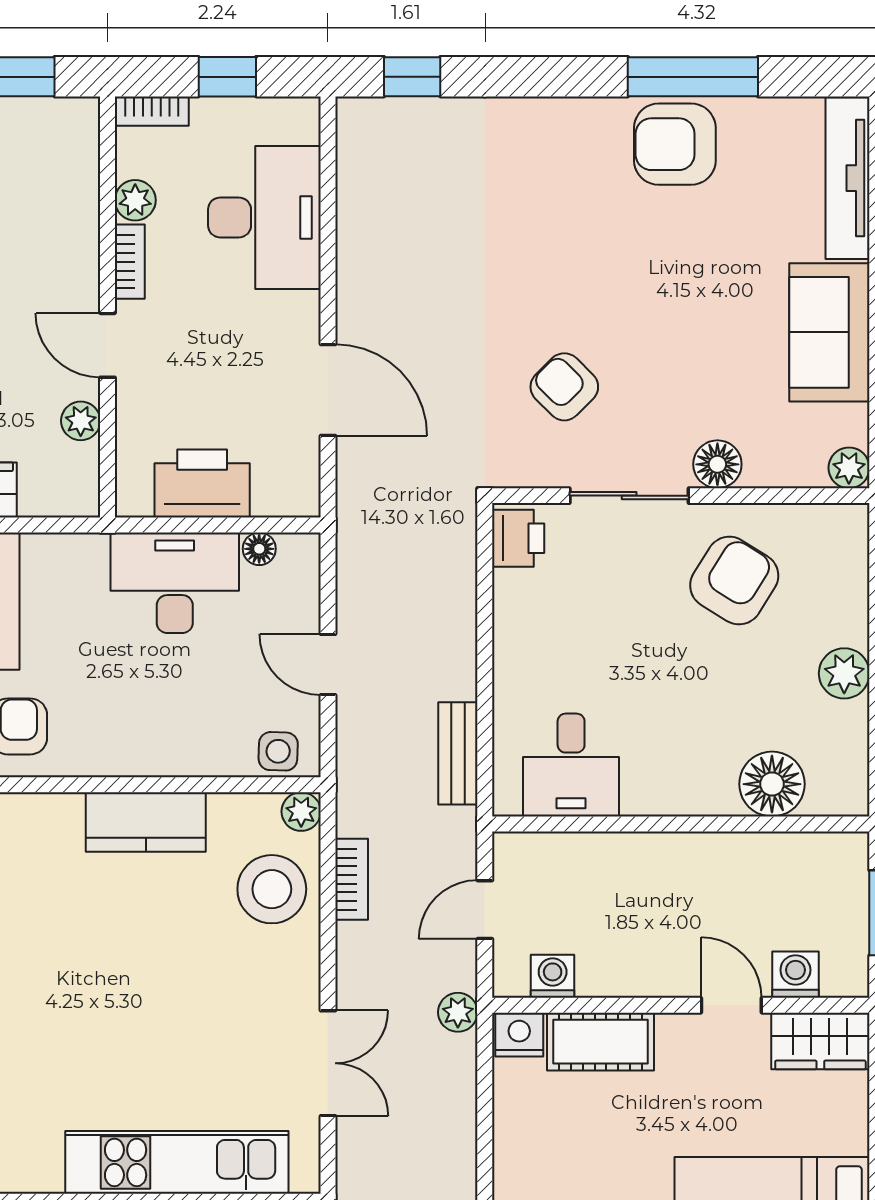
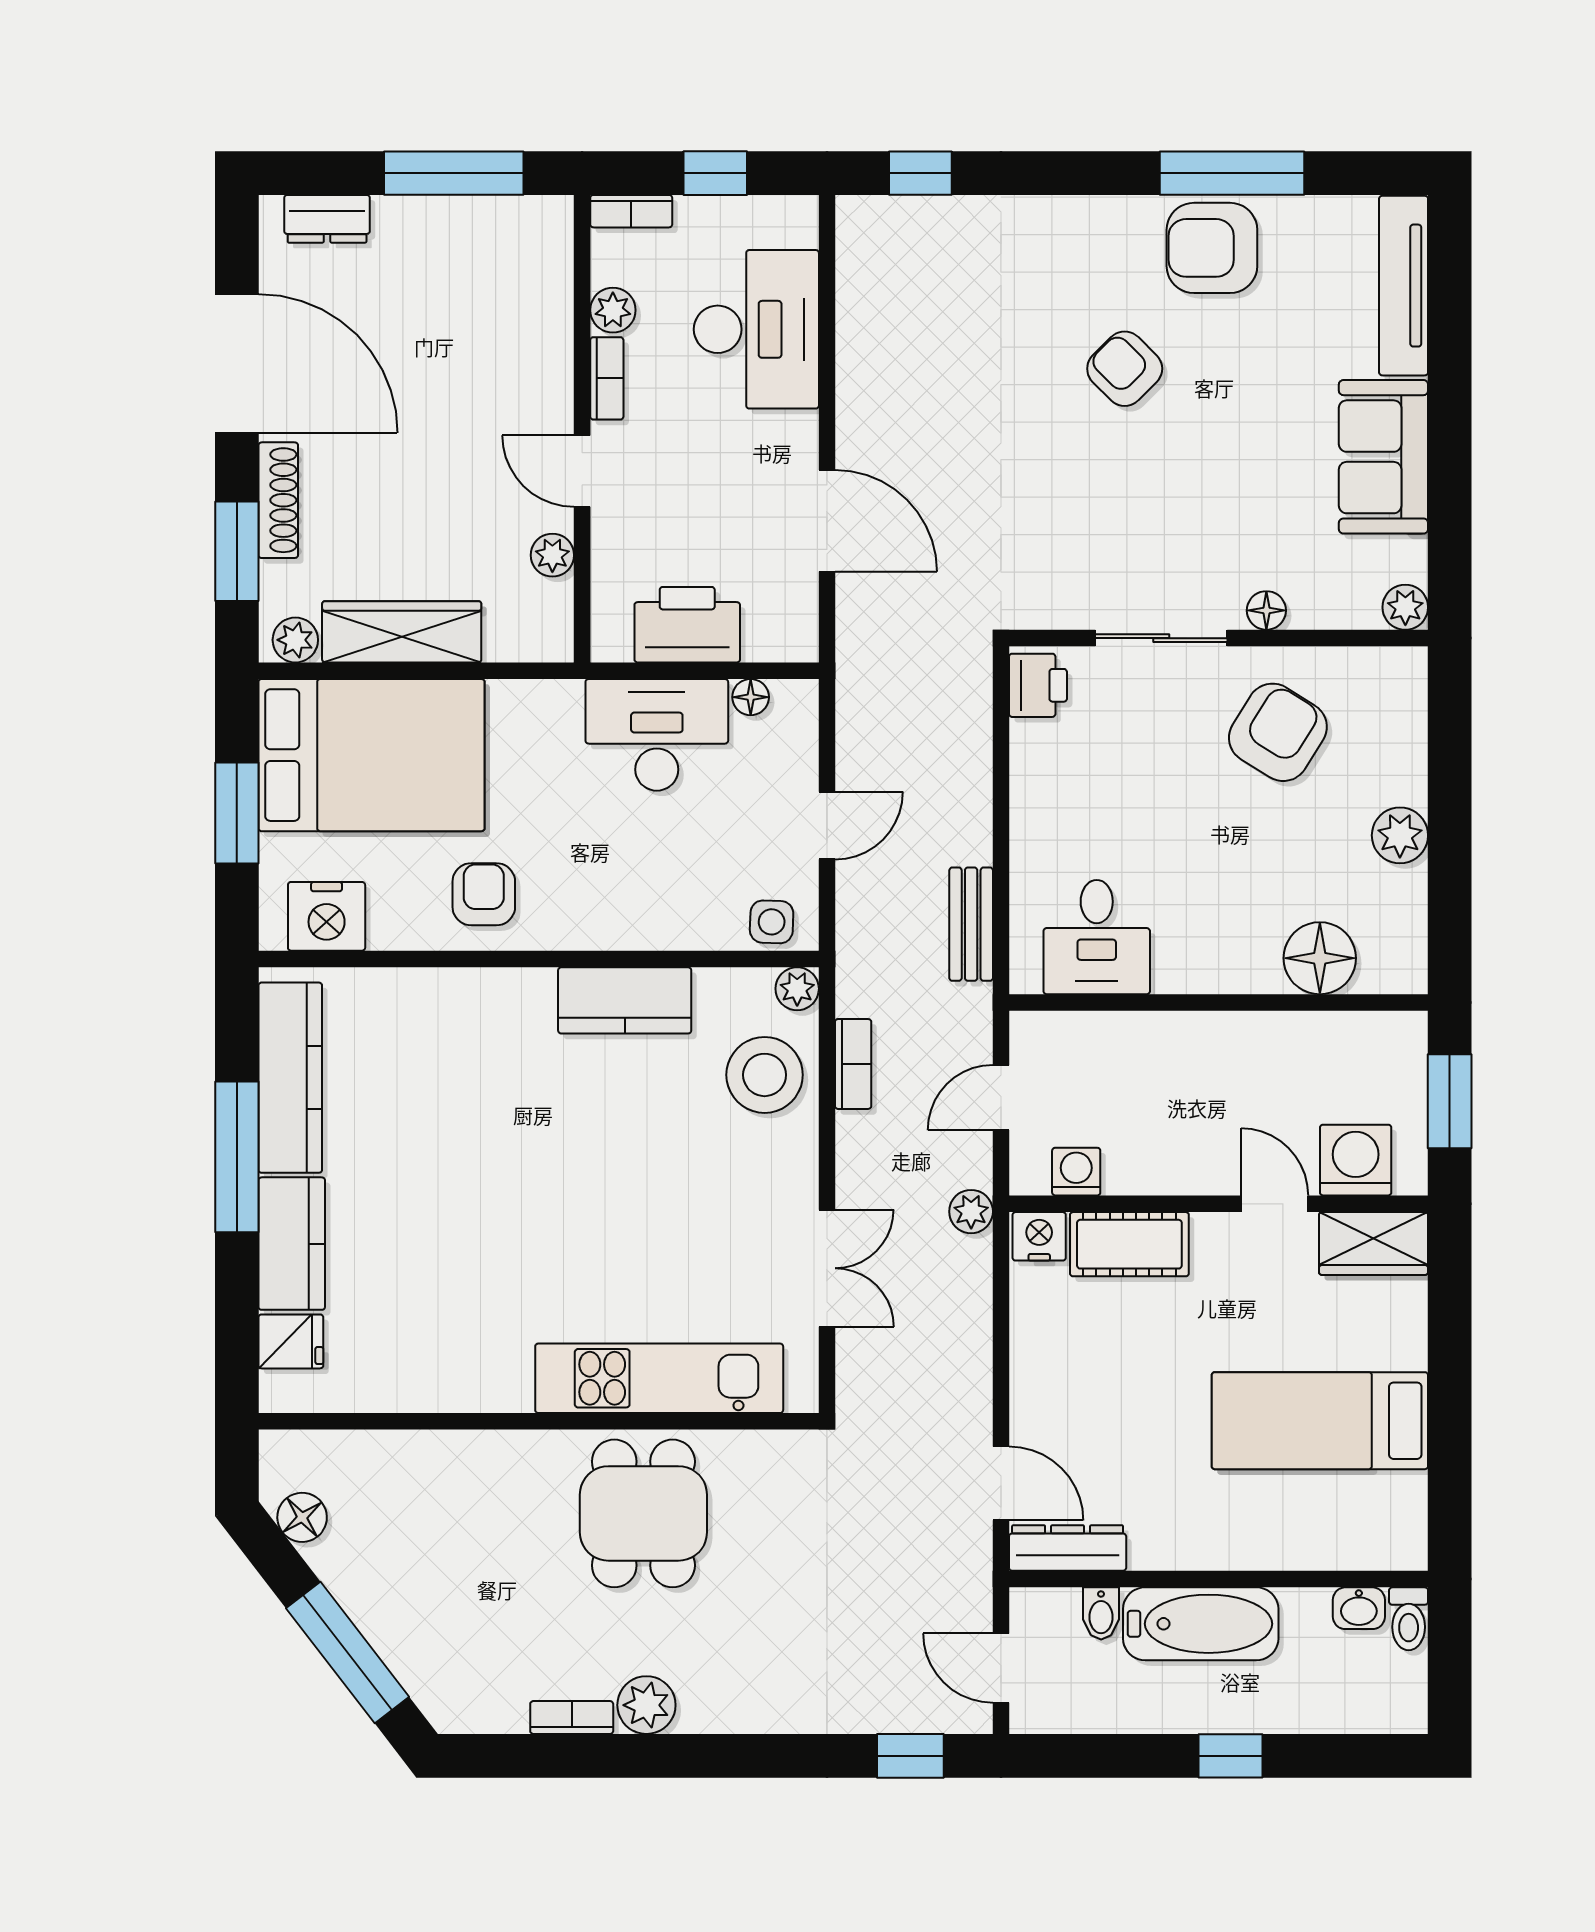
armchair: (564, 387) -> (1125, 369), moved
floor lamp: (717, 464) -> (1266, 610), width x0.73, depth x0.73
door: (328, 665) -> (827, 826), swing flipped
washing machine: (795, 975) -> (1356, 1160), width x1.38, depth x1.38

